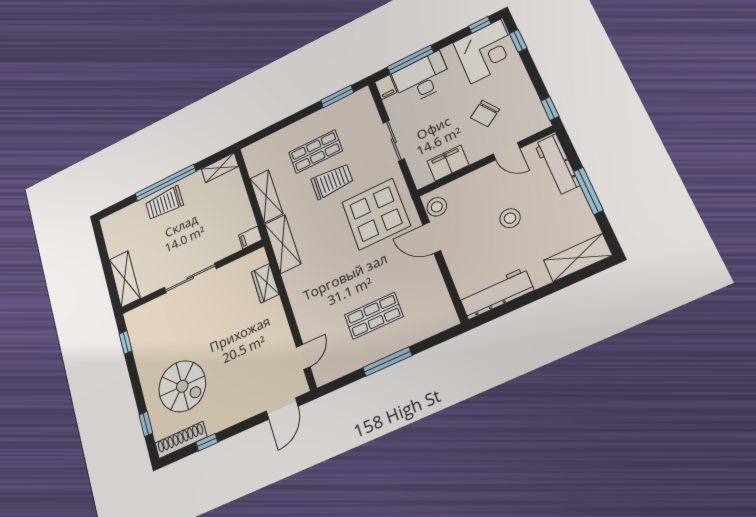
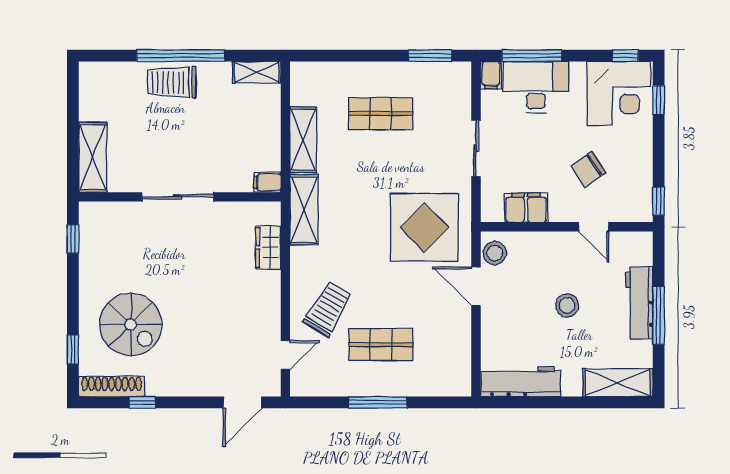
workbench: (557, 165) -> (639, 303), moved
trolley: (332, 181) -> (328, 309), moved, turned -59

